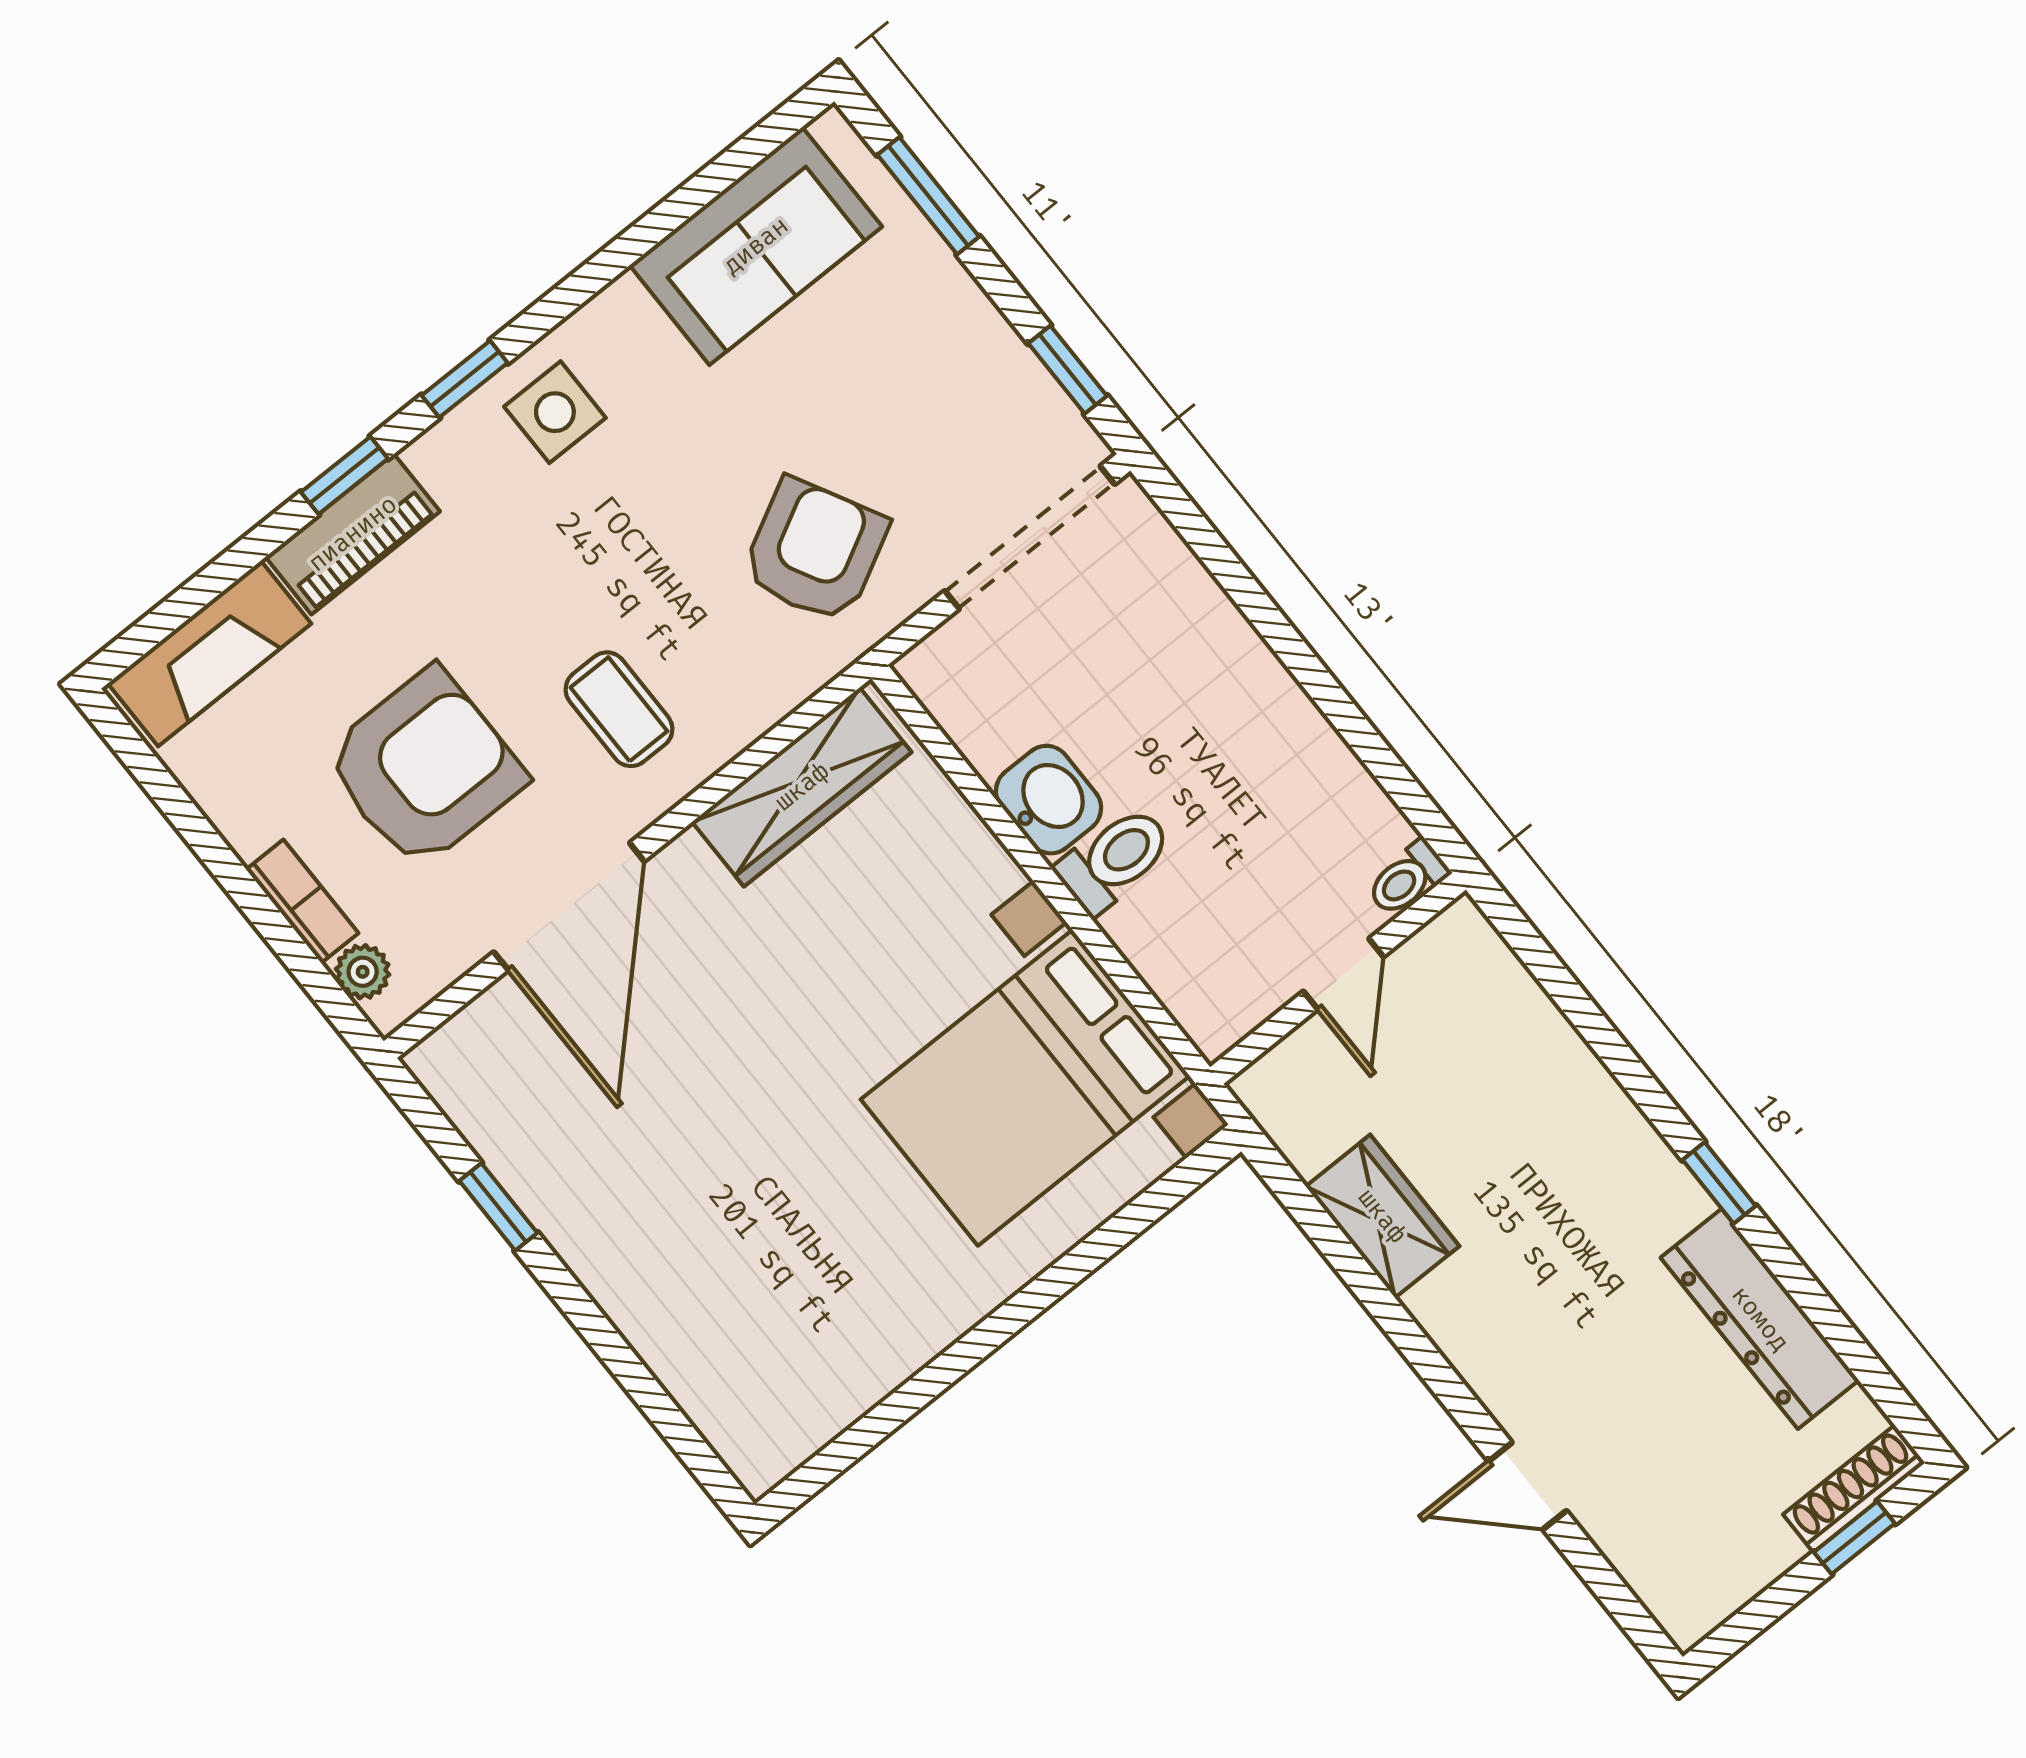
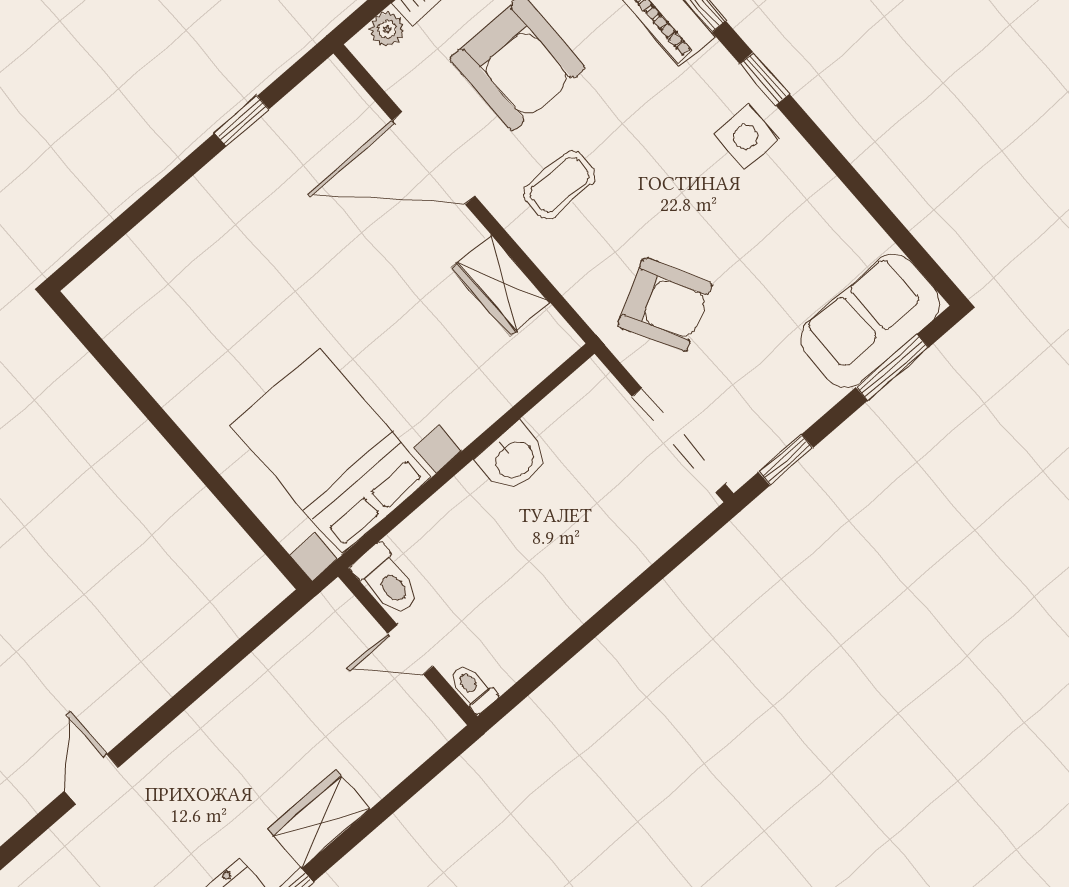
sofa: (756, 246) -> (870, 321), moved, turned 90
wardrobe: (802, 787) -> (500, 285), width x0.67
toilet: (1114, 859) -> (387, 580), moved
wardrobe: (1382, 1216) -> (319, 819), moved, turned 180

